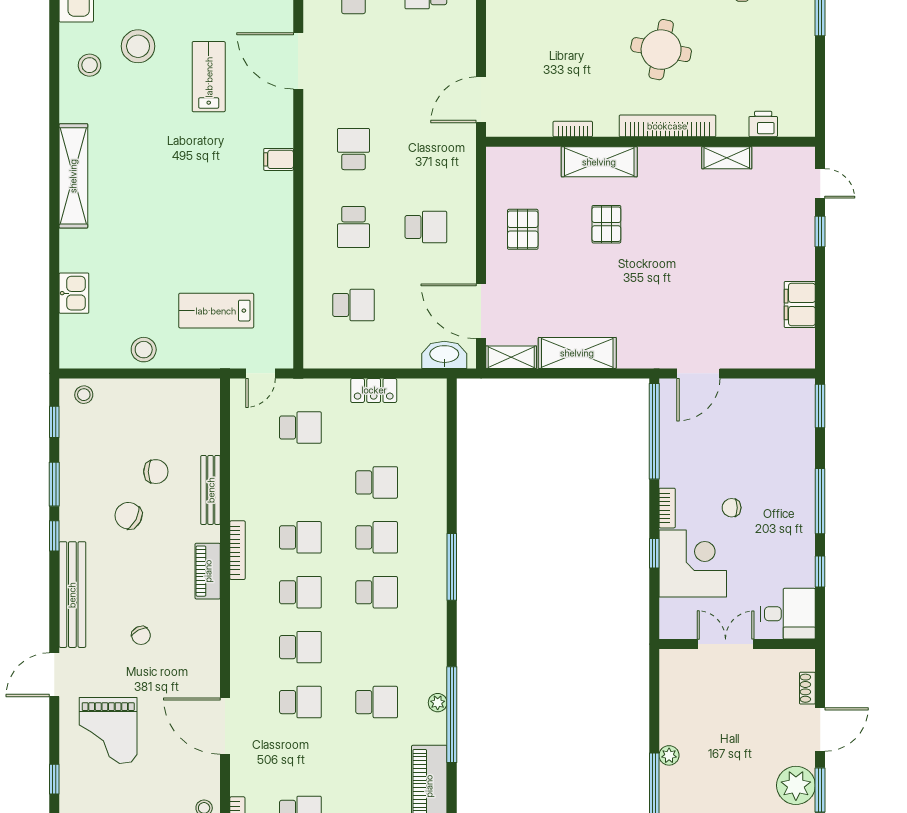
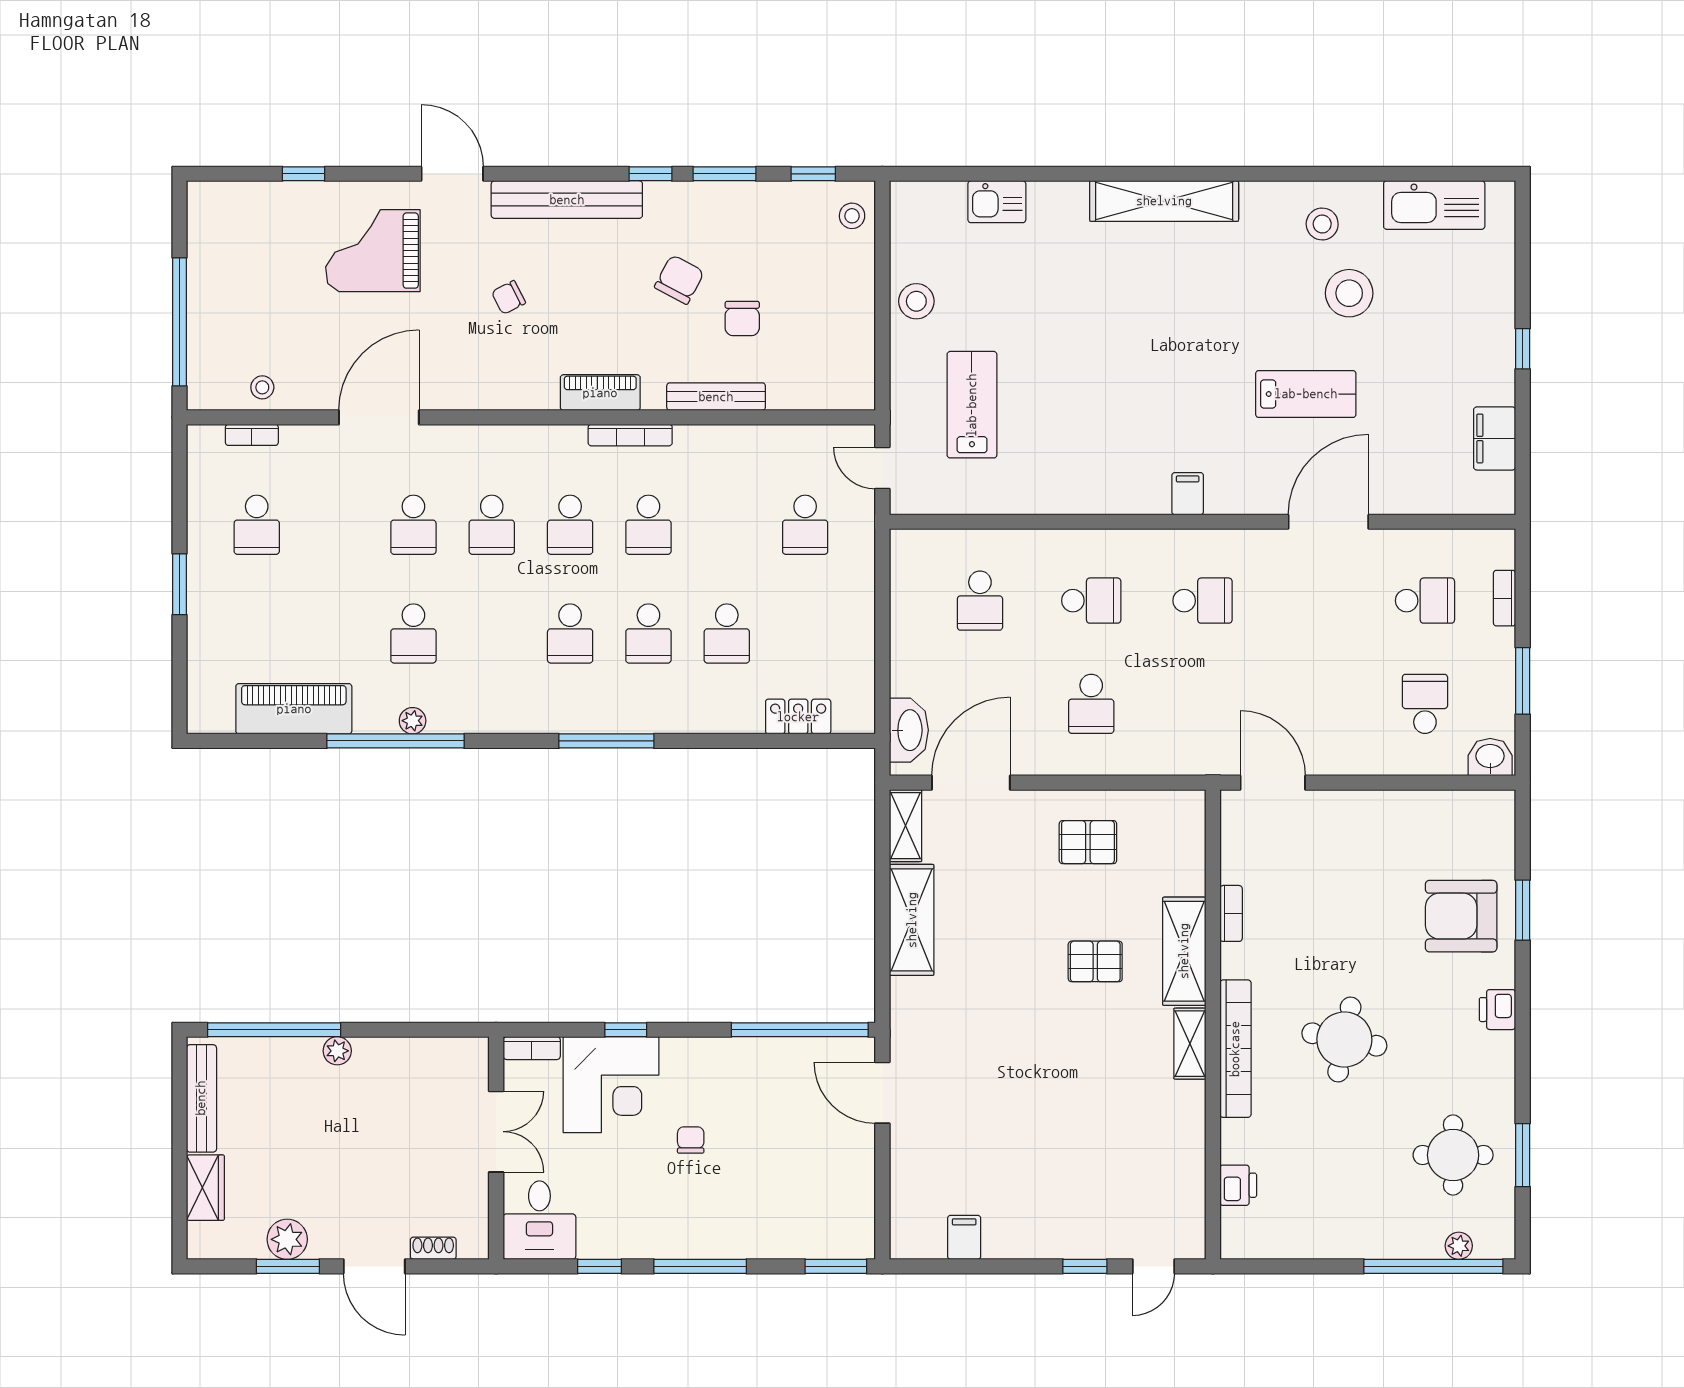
shelving: (727, 158) -> (1190, 1044), moved
school desk: (353, 227) -> (1091, 601), turned 180
filing cabinet: (800, 304) -> (964, 1237), width x0.50
locker: (374, 390) -> (798, 717), moved, turned 90
bookcase: (667, 508) -> (532, 1048), moved
plant: (796, 785) -> (287, 1239), width x0.73, depth x0.73

